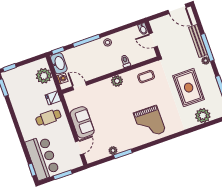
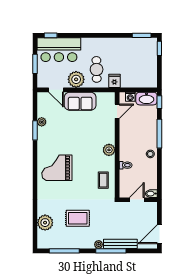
plant: (44, 76) -> (76, 79), moved
rug: (189, 88) -> (78, 218), width x0.73, depth x0.70

